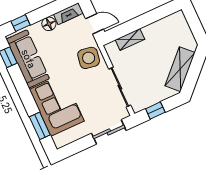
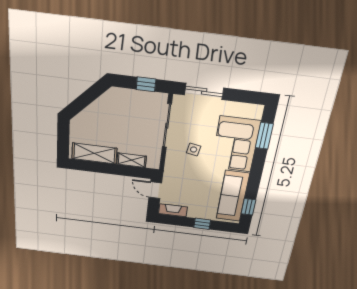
window: (21, 23) -> (202, 224), moved
floor lamp: (49, 24) -> (195, 212), removed
side table: (89, 58) -> (194, 150), moved, width x0.54, depth x0.54
shelving: (180, 69) -> (94, 153), moved, turned 45

